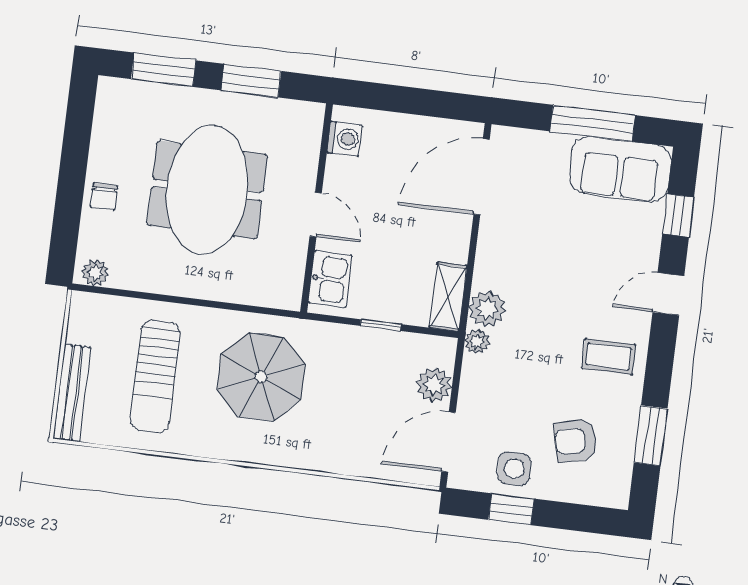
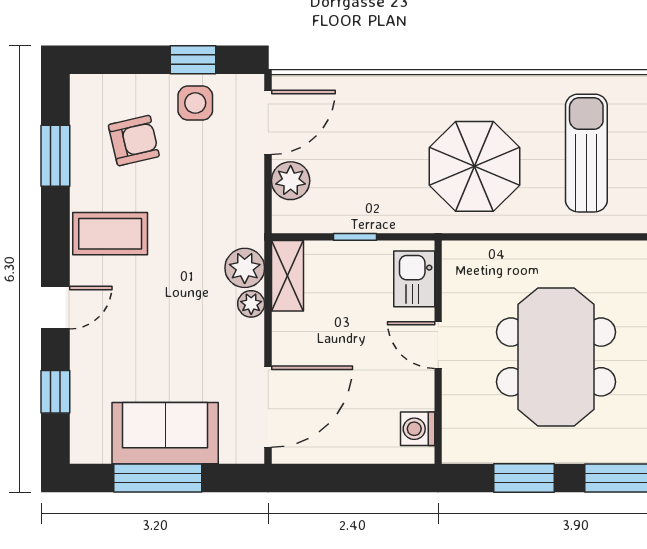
sofa: (620, 169) -> (165, 433), moved
plant: (477, 342) -> (251, 304), moved
coffee table: (609, 357) -> (110, 234), width x1.36, depth x1.30

